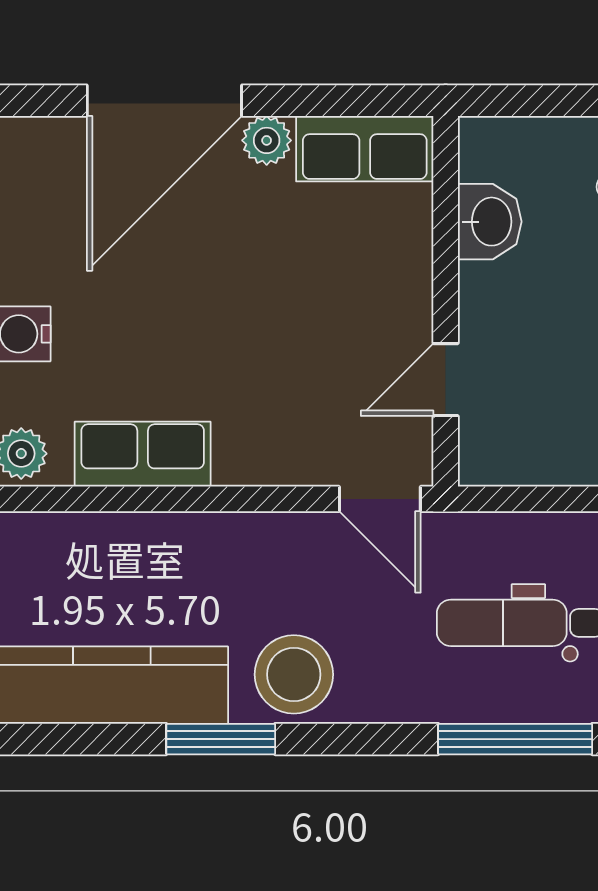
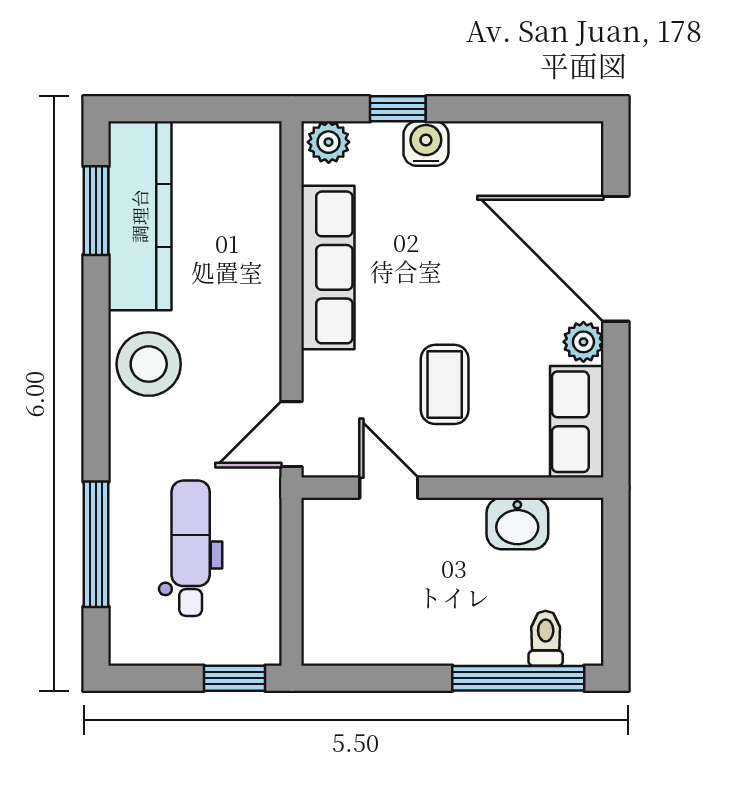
coffee table: (319, 311) -> (445, 384), added
row of seats: (143, 454) -> (328, 267), width x1.48
window: (221, 739) -> (96, 211), moved

